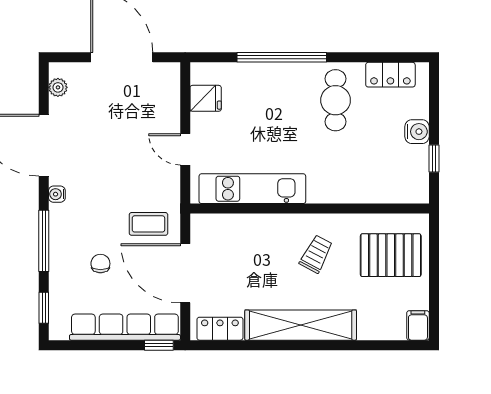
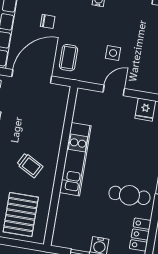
side table: (130, 160) -> (113, 53), added
kitchen unit: (252, 189) -> (75, 159), moved

